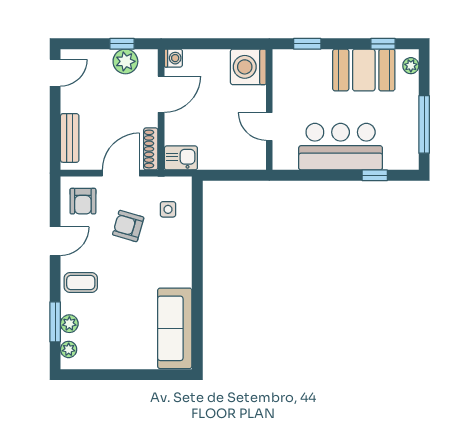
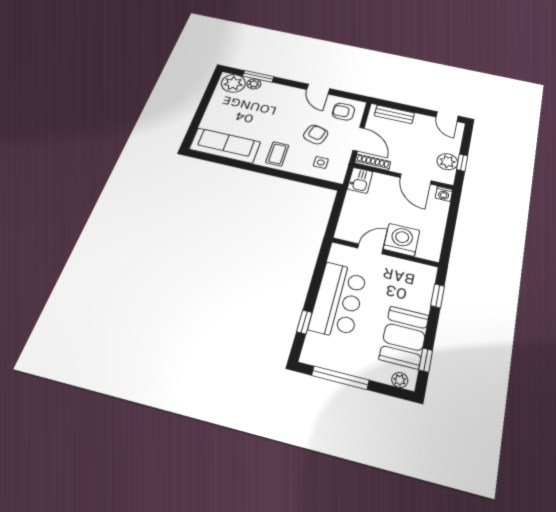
washing machine: (248, 67) -> (402, 240), moved
coffee table: (81, 283) -> (277, 154), moved
plant: (69, 349) -> (233, 83), width x1.88, depth x1.88

